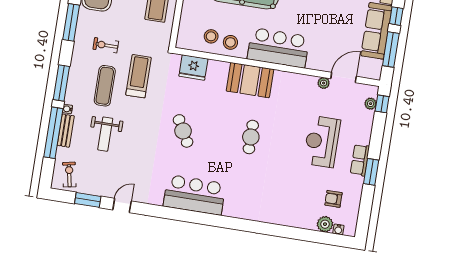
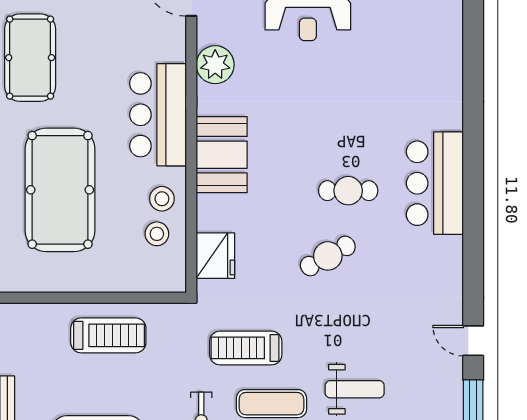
plant: (324, 83) -> (215, 65), moved, width x1.88, depth x1.88
cafe table: (251, 137) -> (348, 191), moved
bar counter: (194, 195) -> (435, 183), moved

